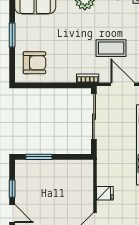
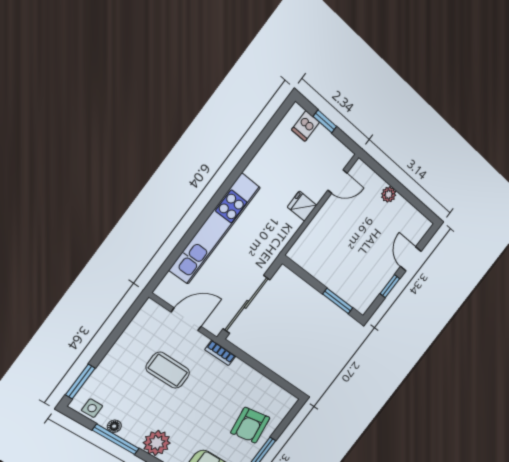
armchair: (34, 63) -> (250, 425), moved, turned -99
door: (123, 84) -> (186, 319), swing flipped

